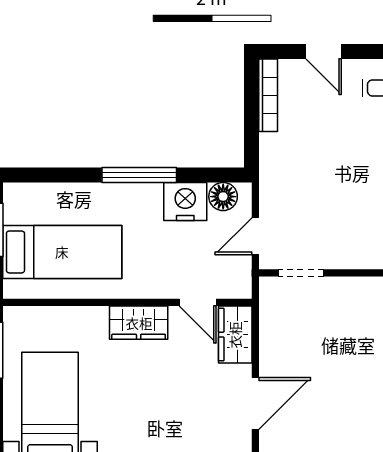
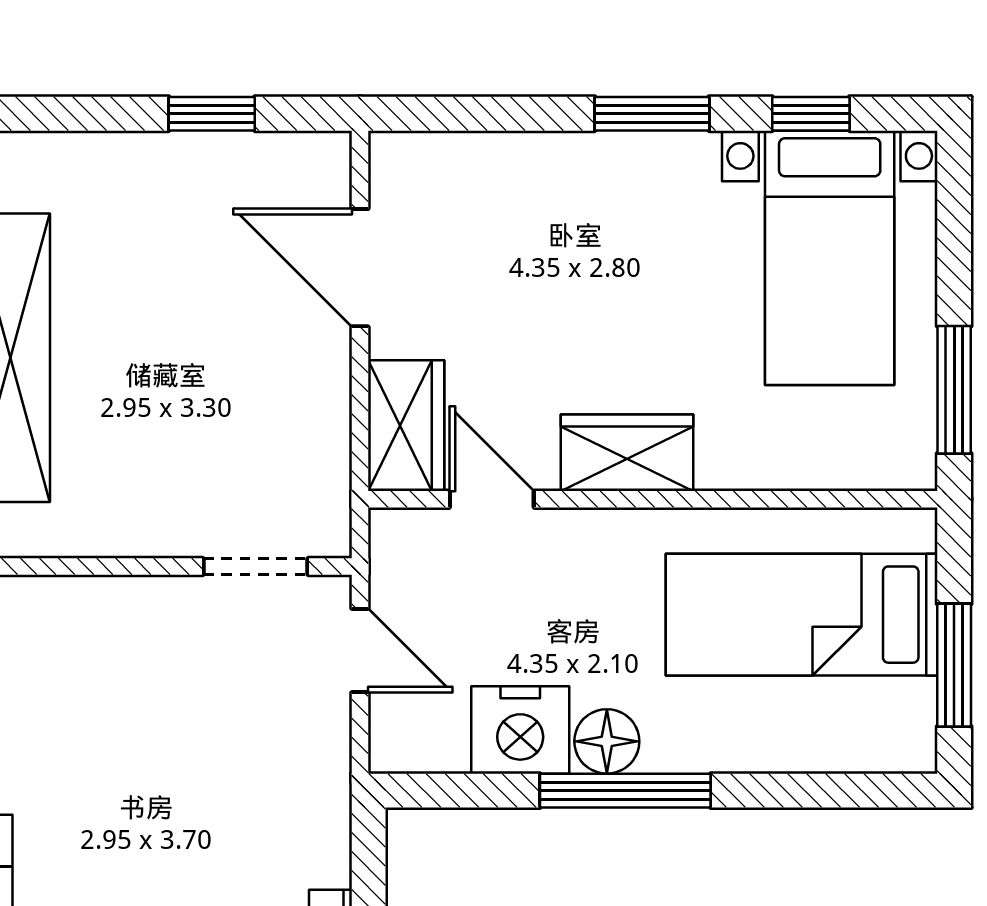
floor lamp: (223, 197) -> (607, 741), moved
door: (255, 236) -> (360, 651), hinge flipped
door: (255, 404) -> (360, 268), hinge flipped

